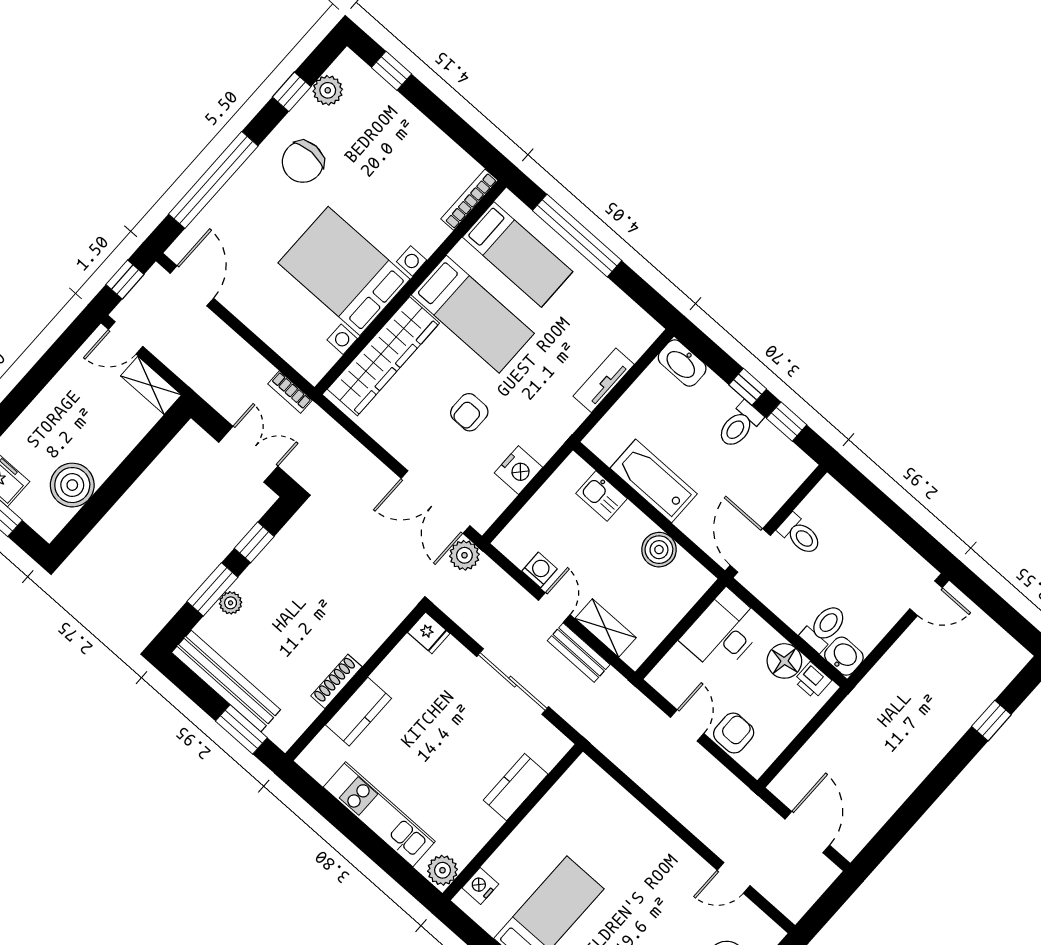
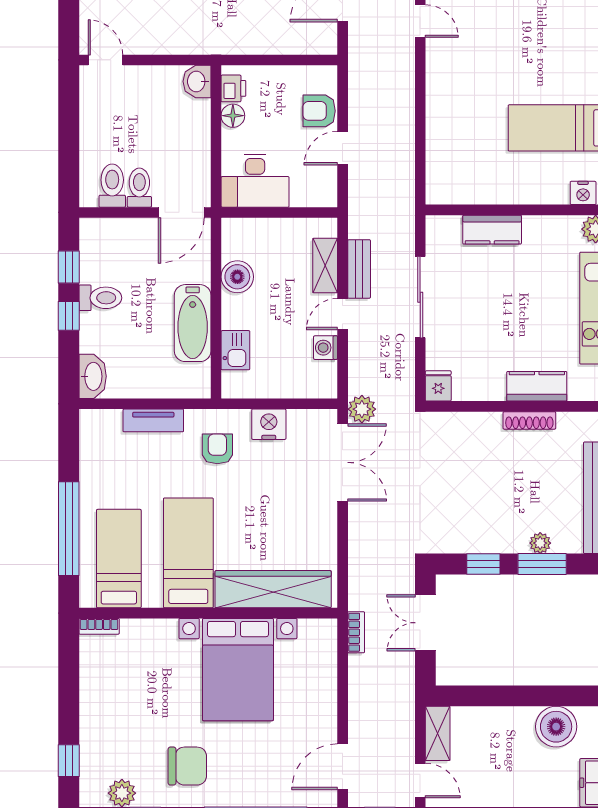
bookcase: (469, 200) -> (99, 626), width x0.64
armchair: (469, 412) -> (217, 449), moved, turned -90
toilet: (824, 627) -> (112, 186), moved, turned 90
floor lamp: (784, 661) -> (233, 116), width x0.73, depth x0.73

